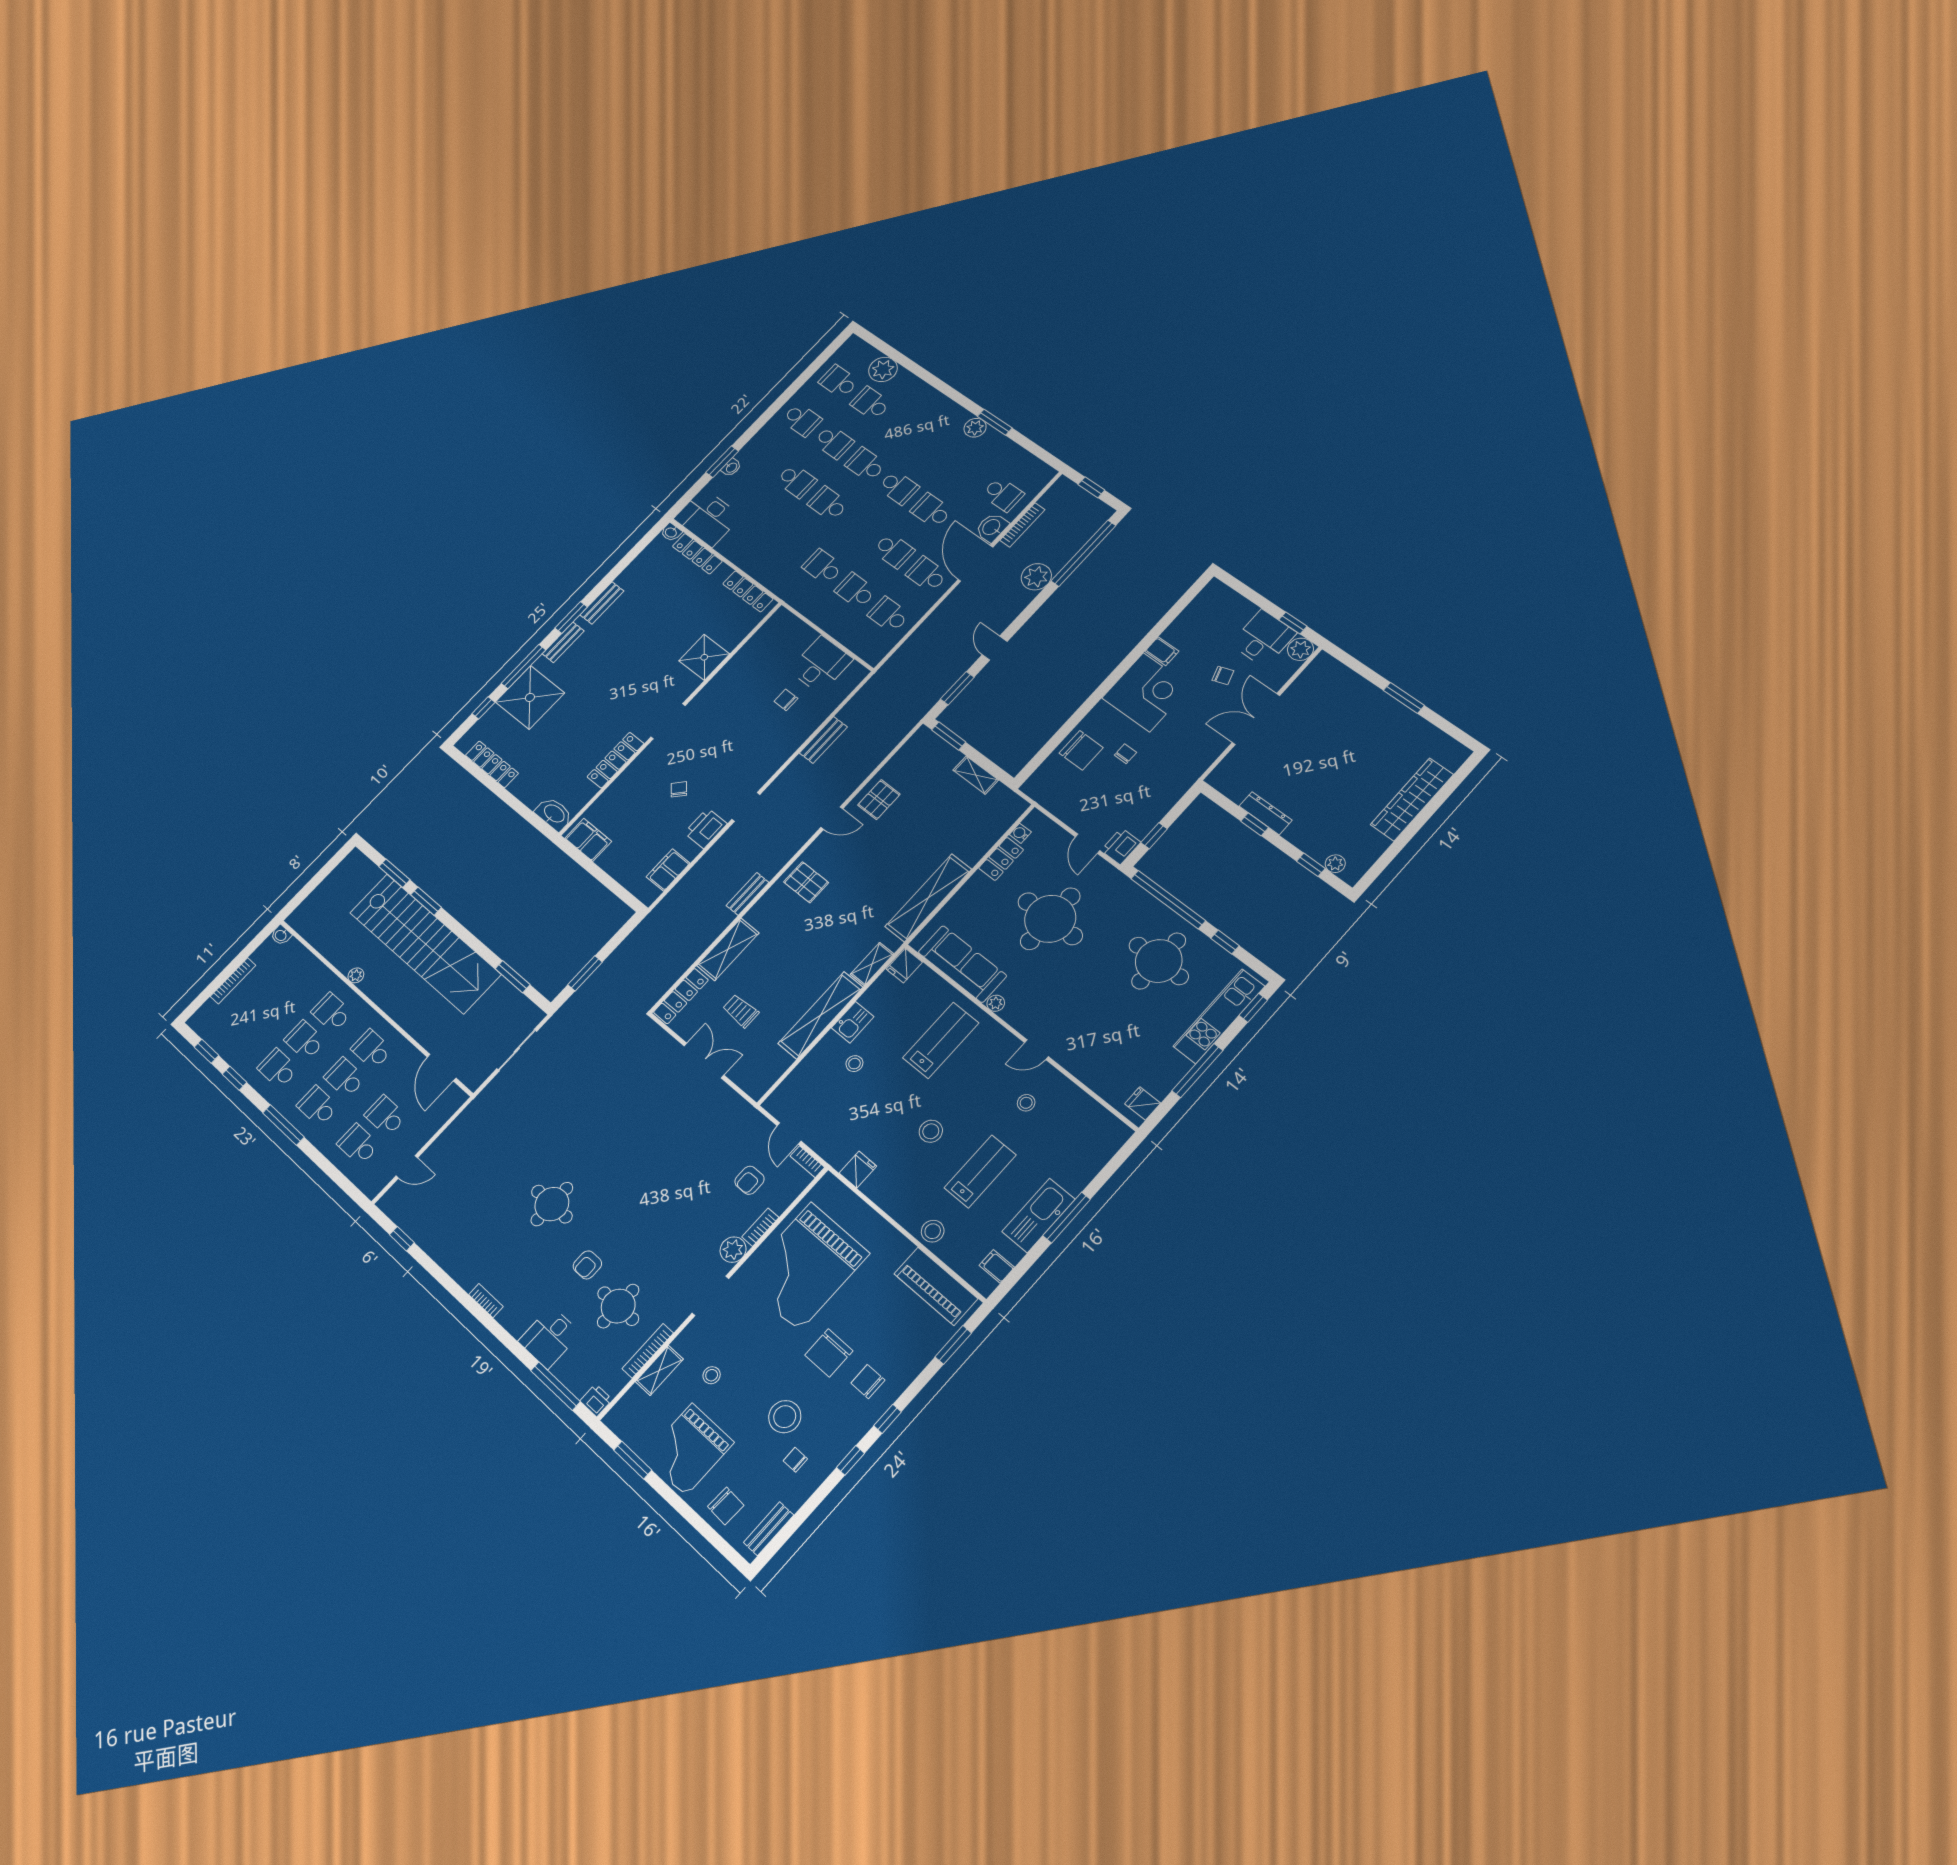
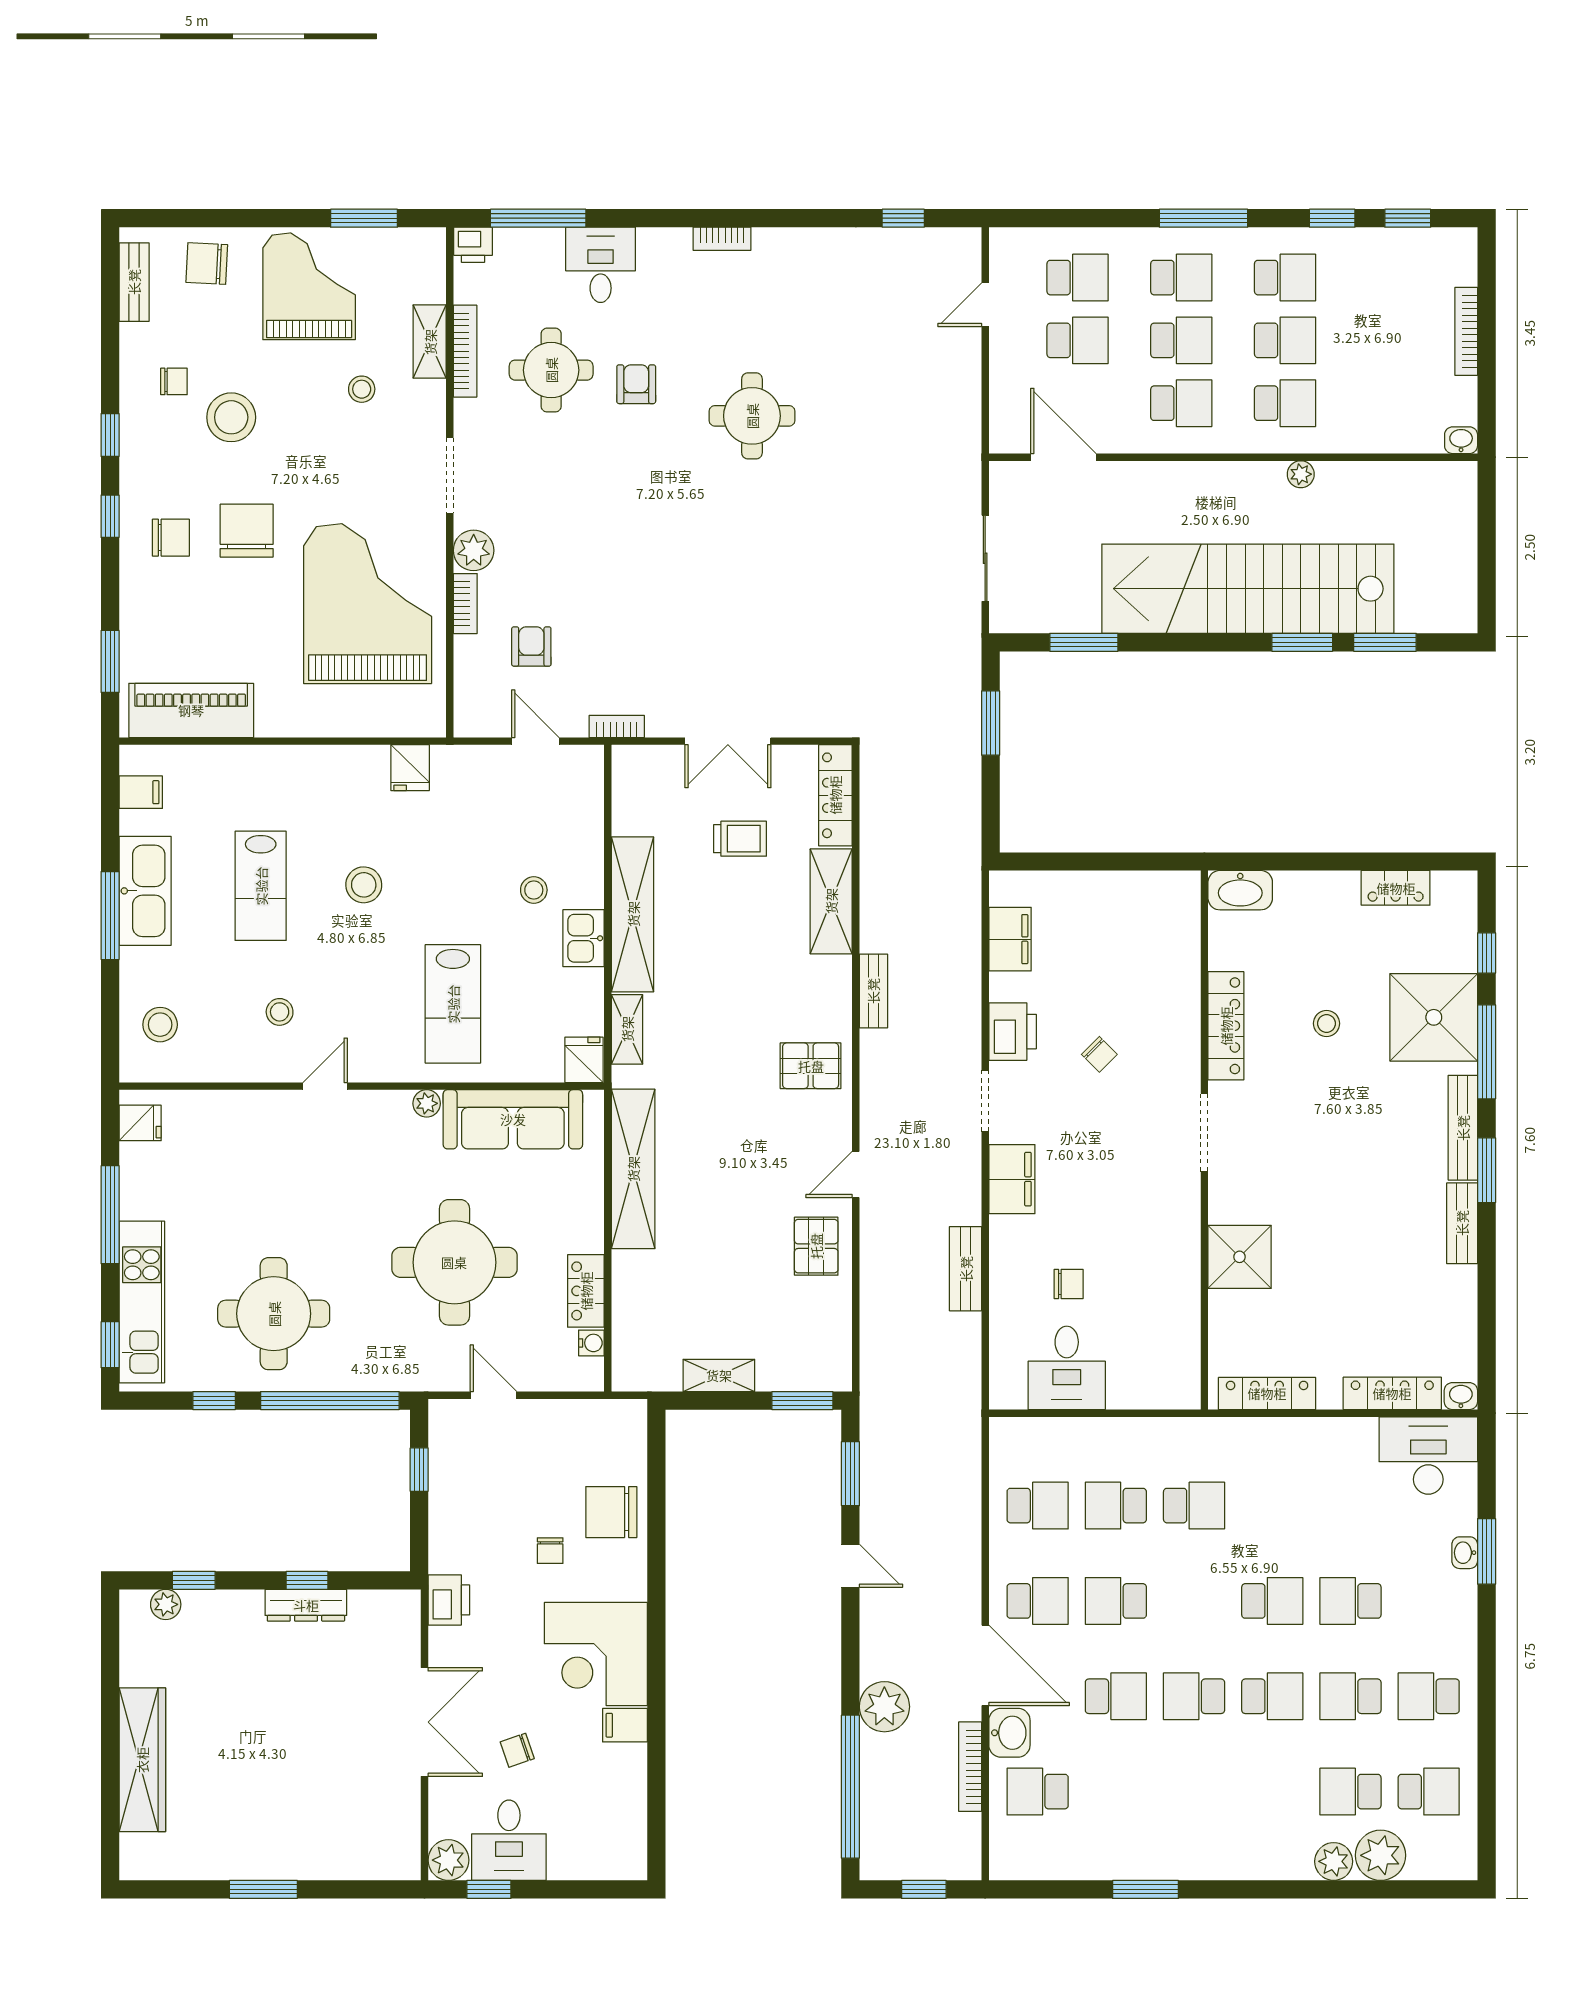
school desk: (871, 403) -> (1350, 1792), turned 180
plant: (975, 428) -> (1334, 1861), moved
school desk: (856, 591) -> (1116, 1506), turned 180
bench: (563, 642) -> (1463, 1128), width x1.36
stool: (574, 729) -> (1327, 1023), added
locker: (492, 764) -> (1396, 888), width x0.66
filing cabinet: (588, 840) -> (1012, 1179), moved, turned -90
printer: (1121, 846) -> (449, 1600), moved
bookcase: (807, 1162) -> (617, 726), moved
stool: (933, 1231) -> (160, 1025), moved

